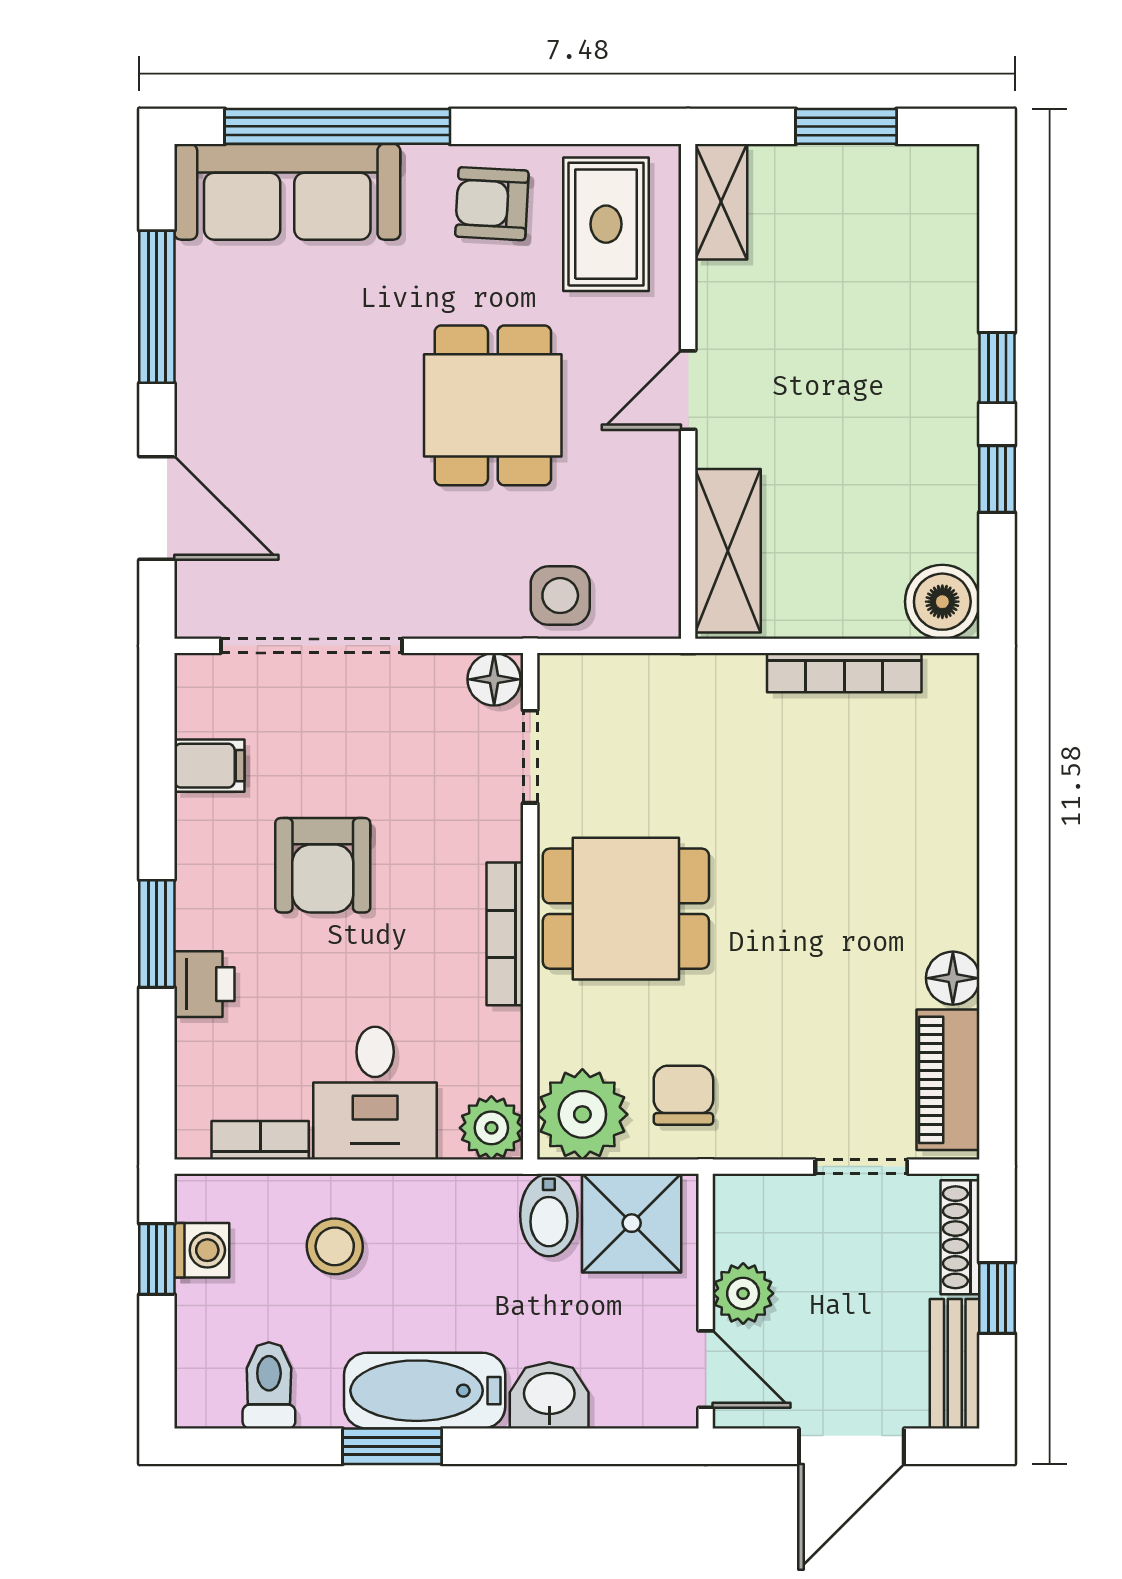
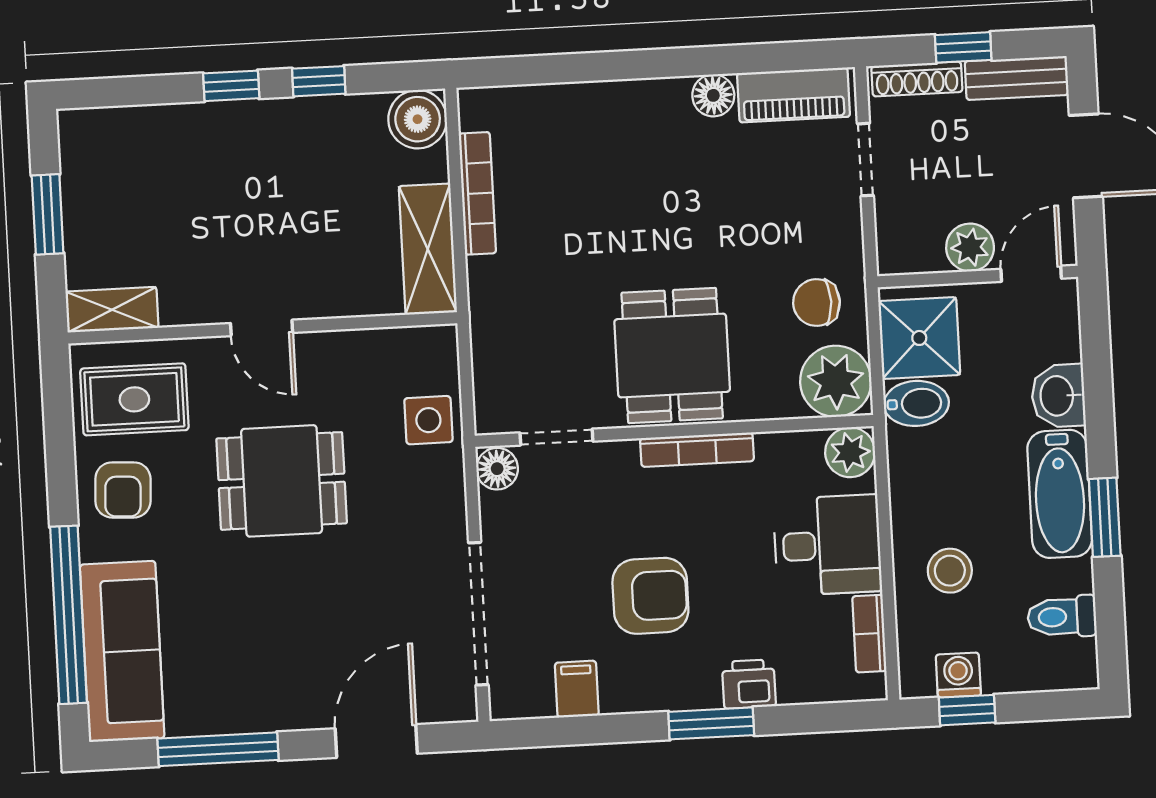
shelving: (728, 551) -> (428, 249), moved, turned 90

